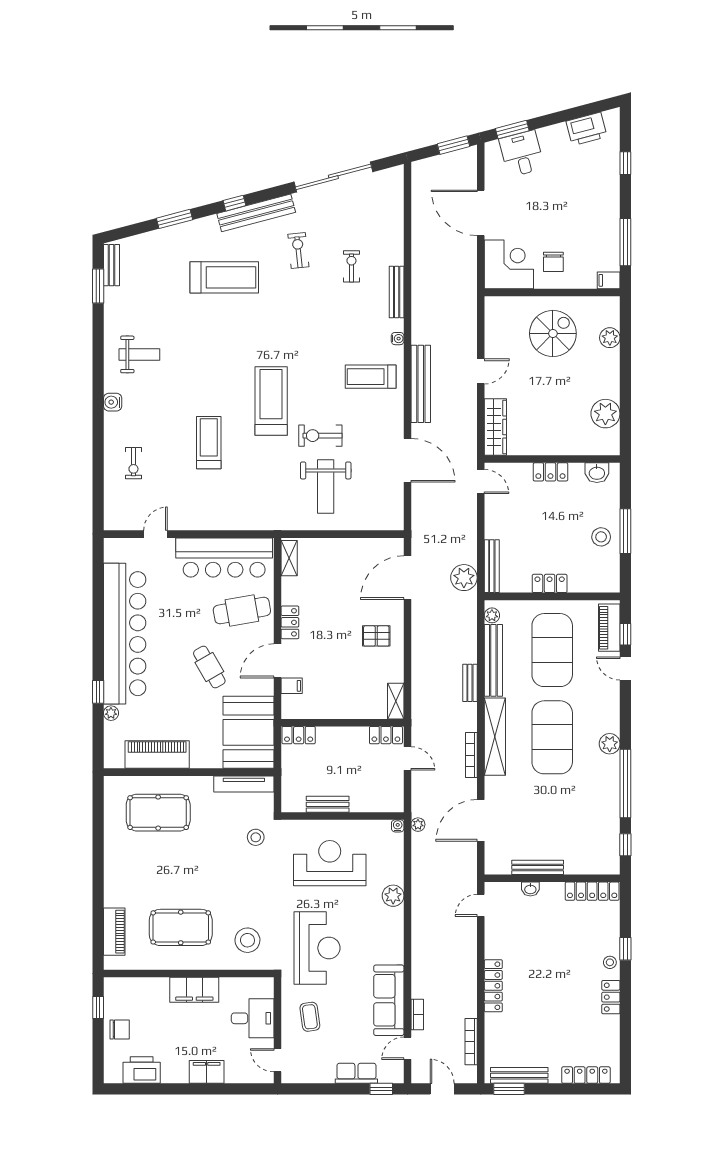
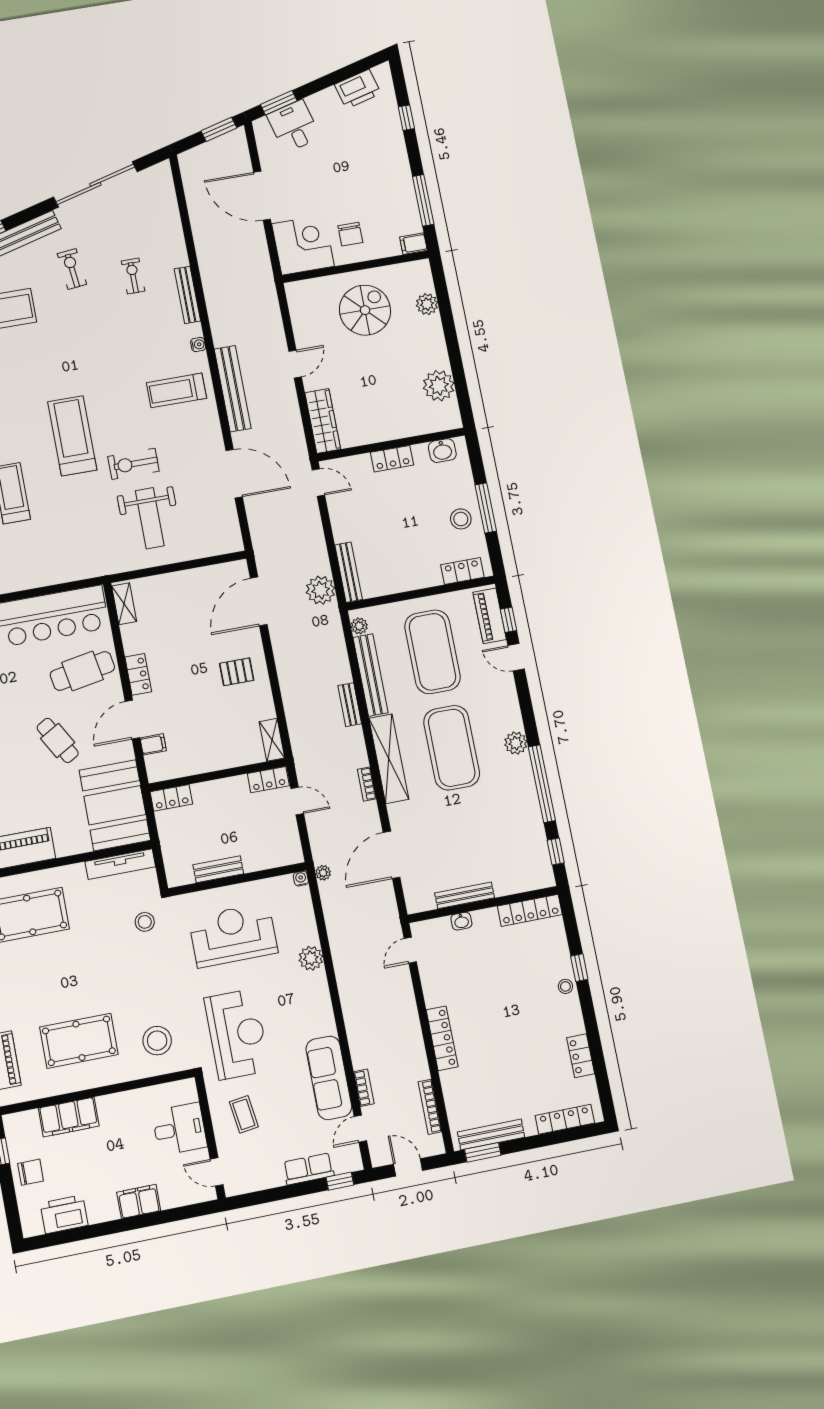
locker: (550, 583) -> (462, 571), moved
bookcase: (471, 755) -> (367, 784), width x0.64
filing cabinet: (194, 990) -> (69, 1117), moved
locker: (611, 997) -> (581, 1056), moved

